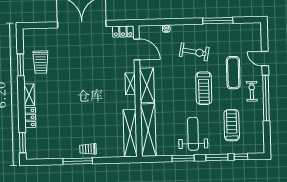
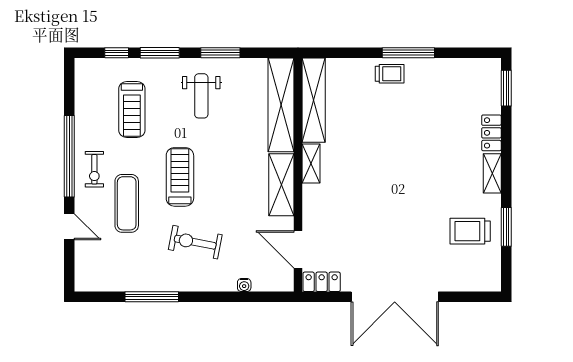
trolley: (41, 62) -> (470, 231), turned -90
shelving: (130, 84) -> (311, 164), moved
weight bench: (193, 134) -> (201, 96), width x0.73, depth x0.75

